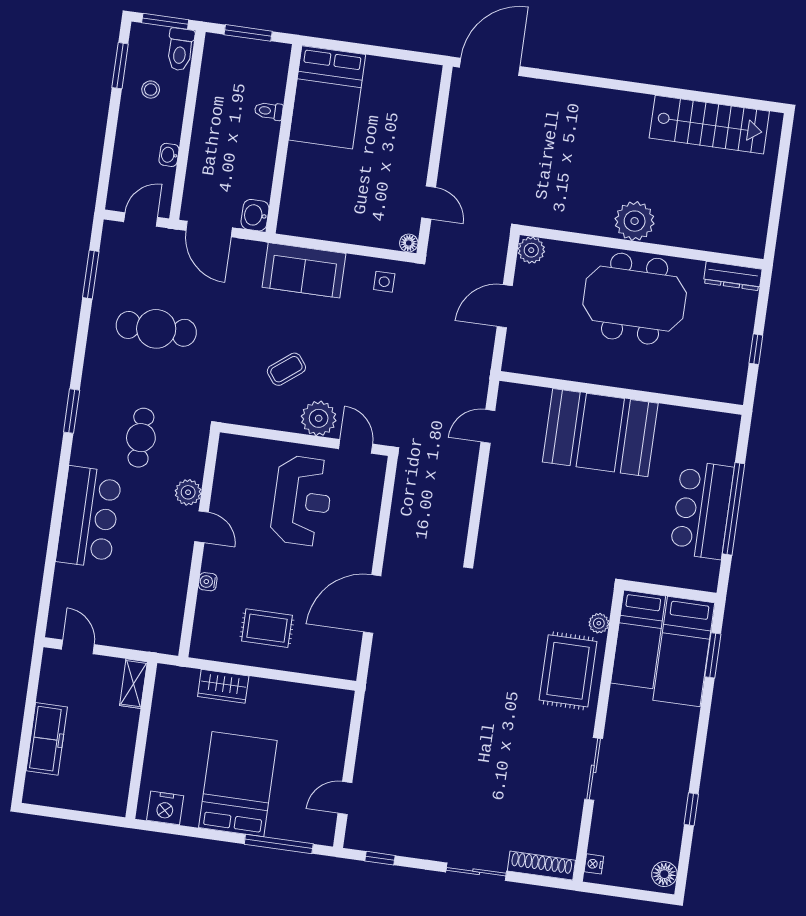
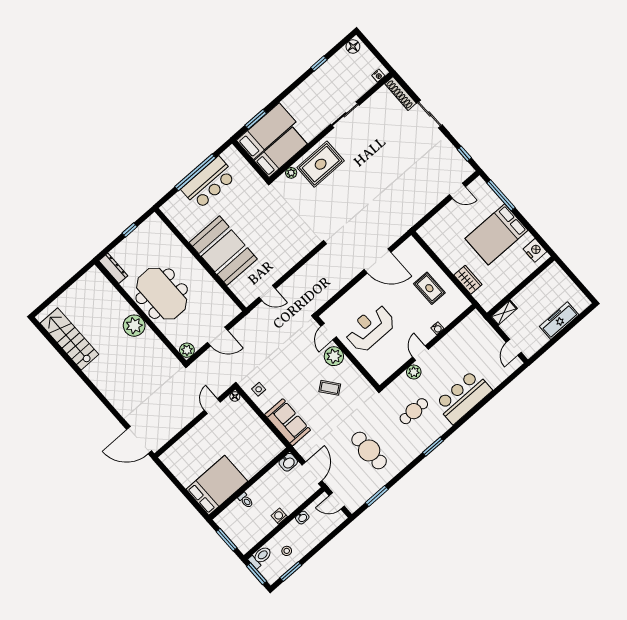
washing machine: (203, 129) -> (279, 516), added

